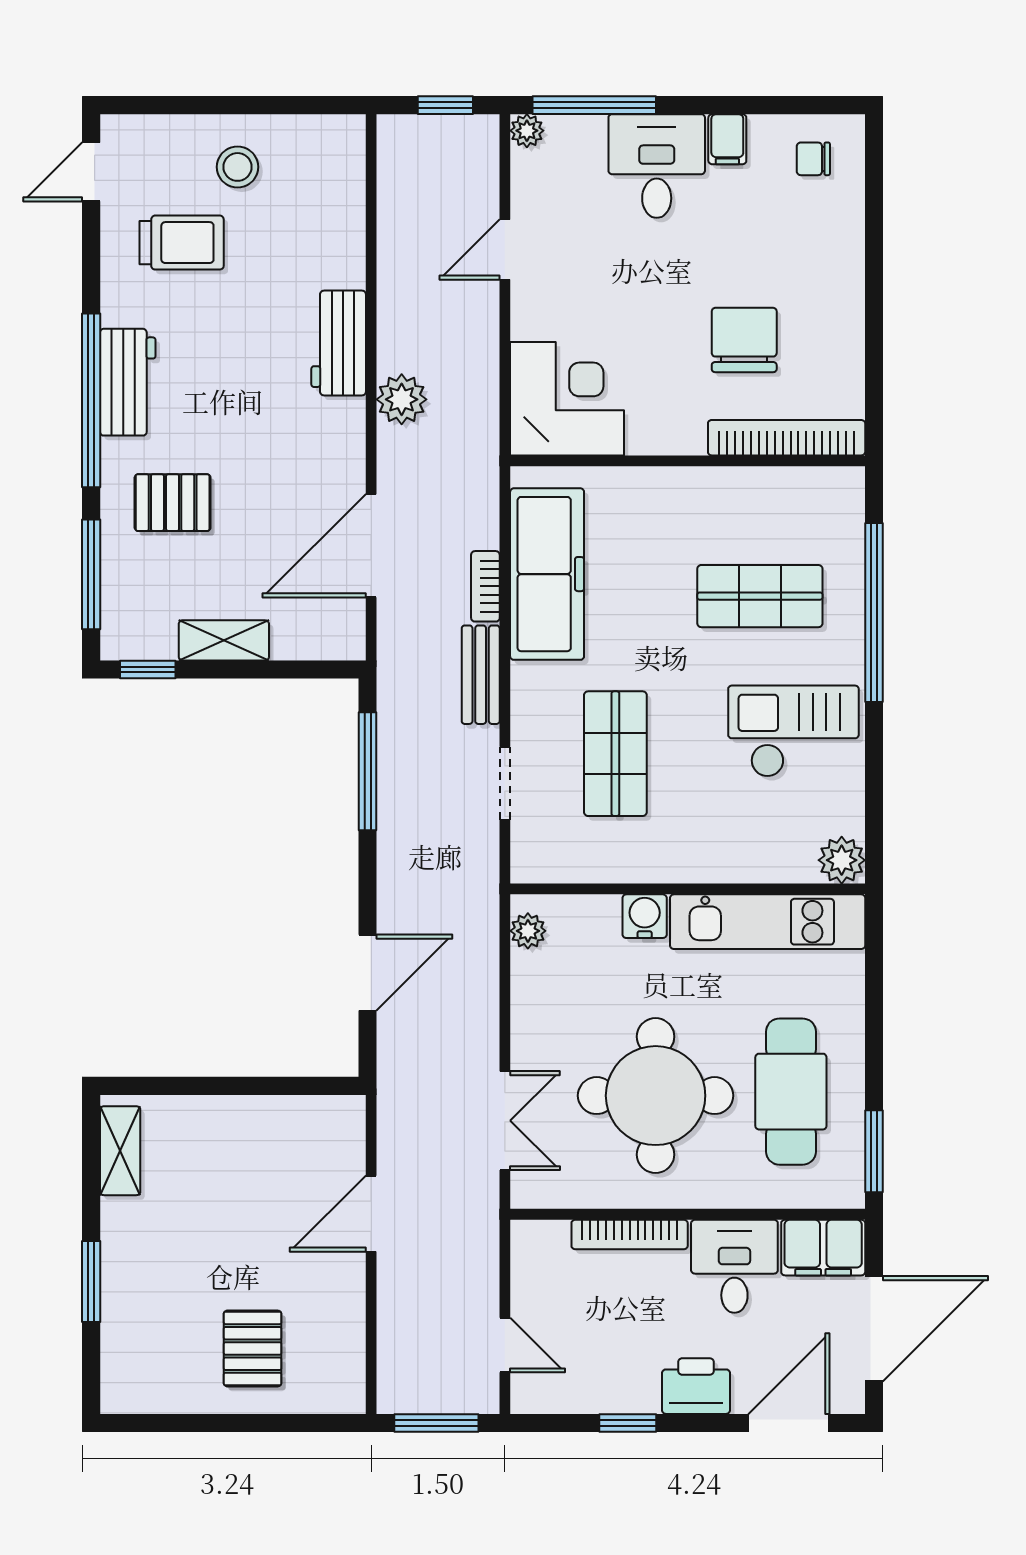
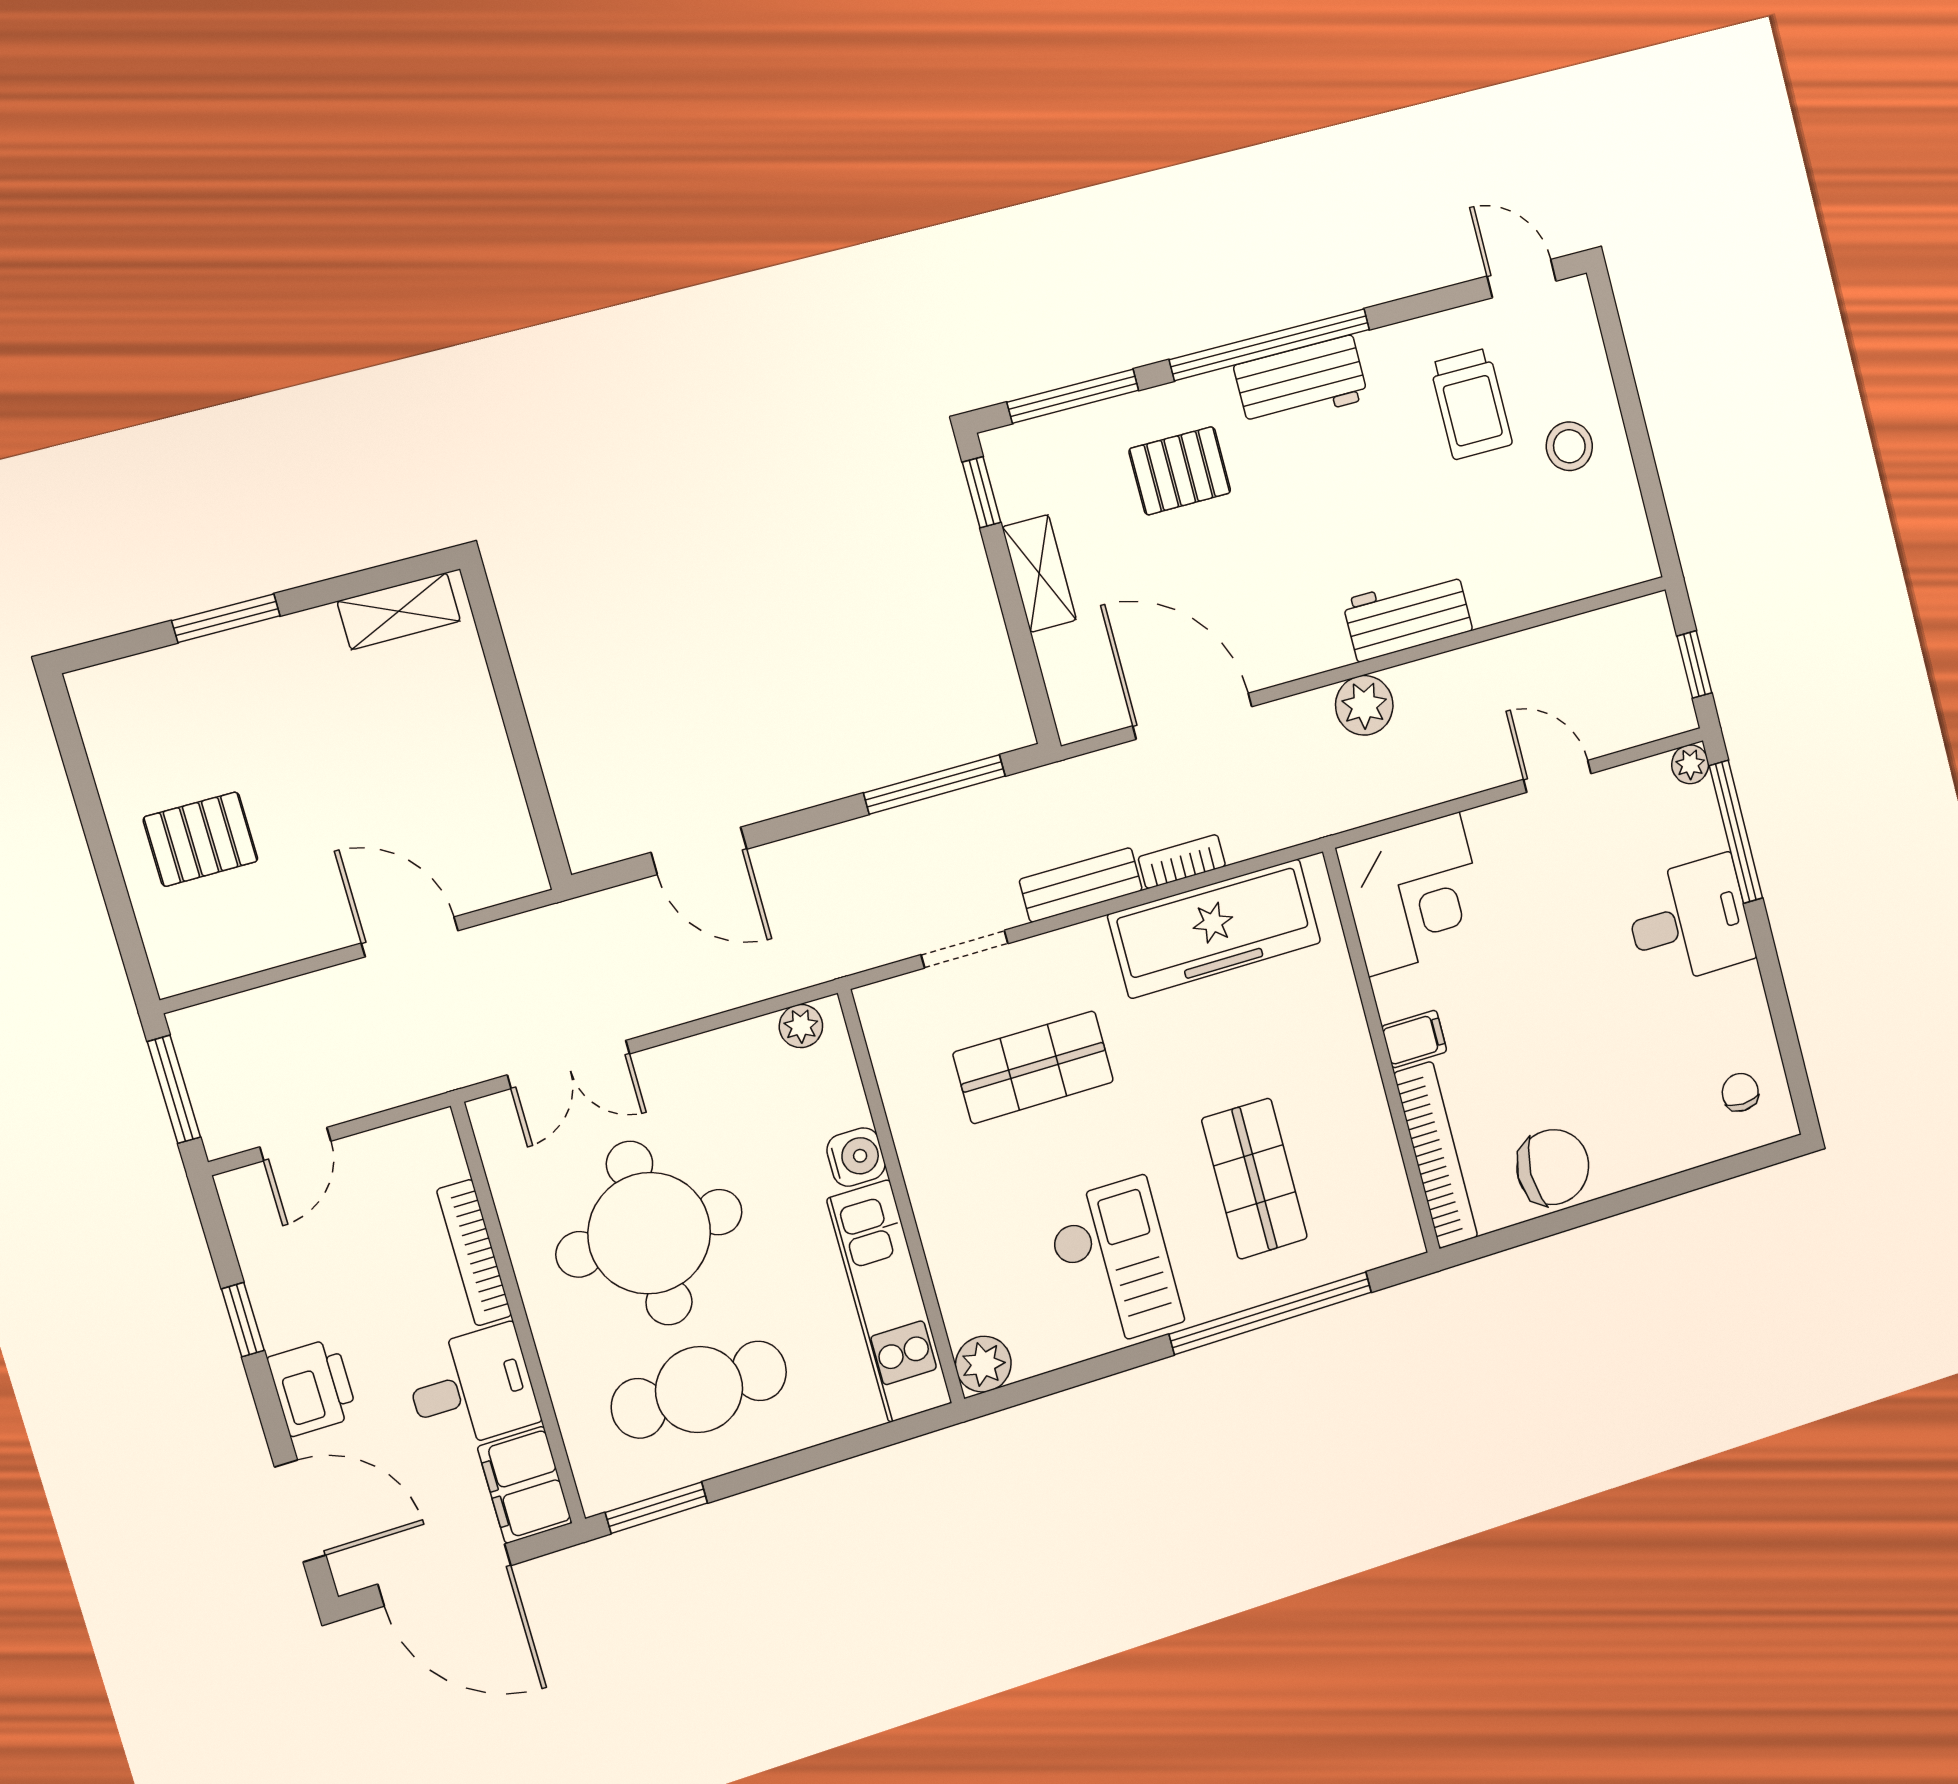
filing cabinet: (727, 139) -> (1414, 1039), moved, turned 180
chair: (744, 340) -> (1553, 1167), moved
pallet: (173, 503) -> (1180, 471), turned 90

